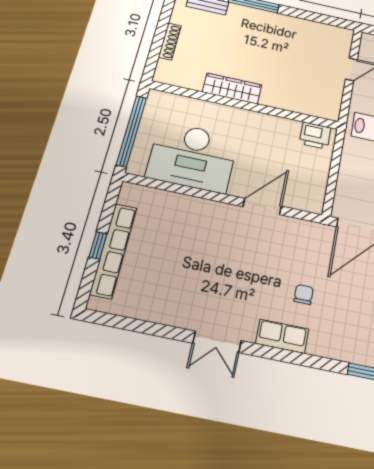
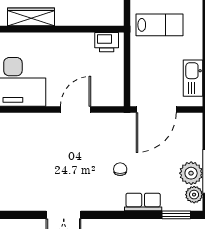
row of seats: (282, 336) -> (143, 202), moved

